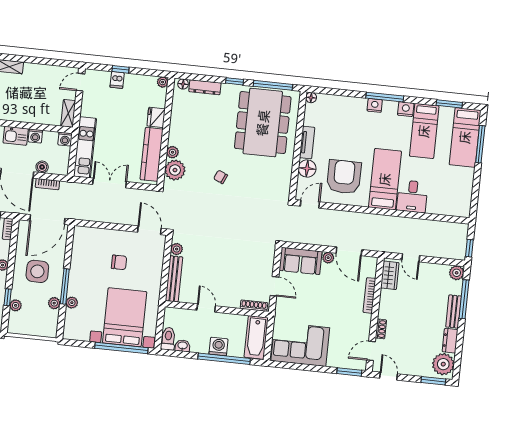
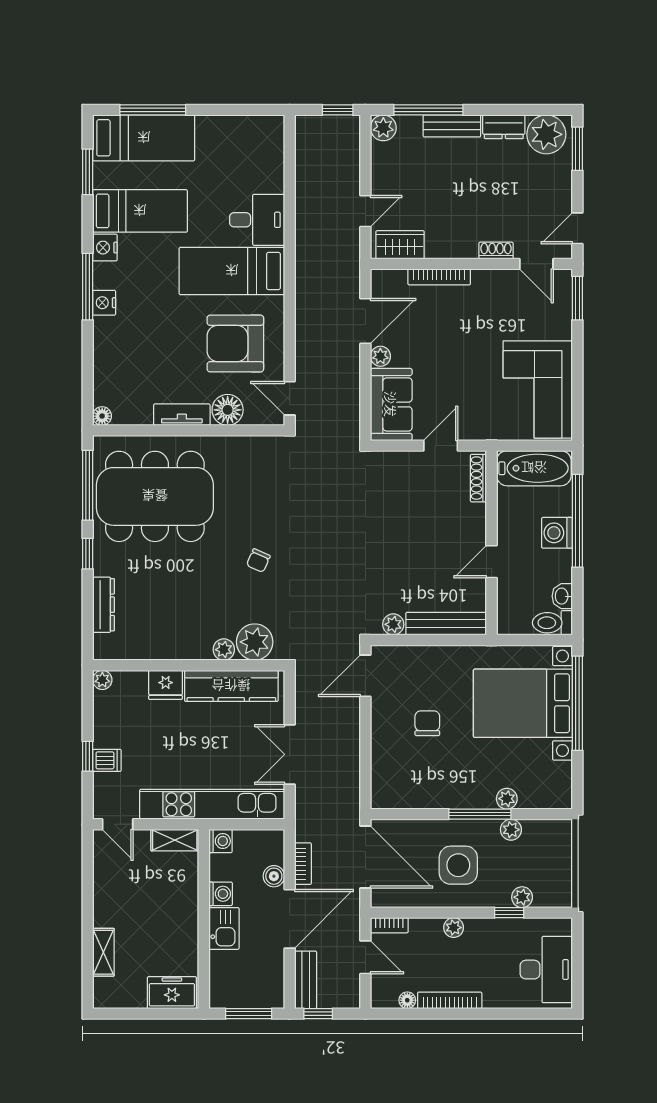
floor lamp: (183, 84) -> (102, 644), removed
kitchen unit: (85, 147) -> (212, 804), width x1.36

